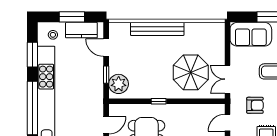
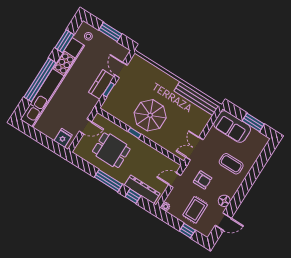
bench: (157, 29) -> (196, 99), moved
kitchen counter: (81, 30) -> (101, 84), moved, turned 90
parasol: (191, 72) -> (150, 115), moved
plant: (119, 84) -> (113, 102), removed

